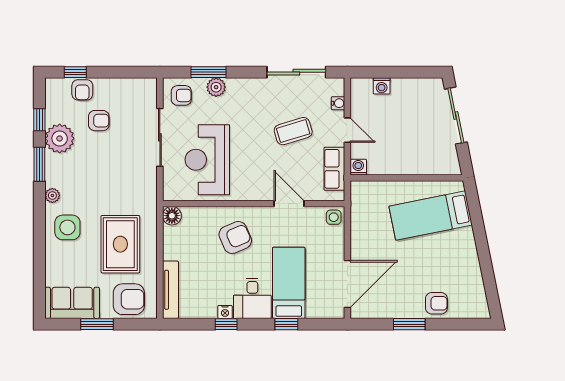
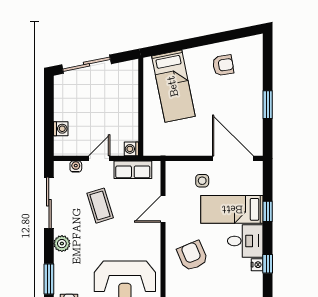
plant: (216, 87) -> (62, 244), moved
side table: (334, 217) -> (202, 181), moved
armchair: (436, 303) -> (223, 65), moved, turned 81

